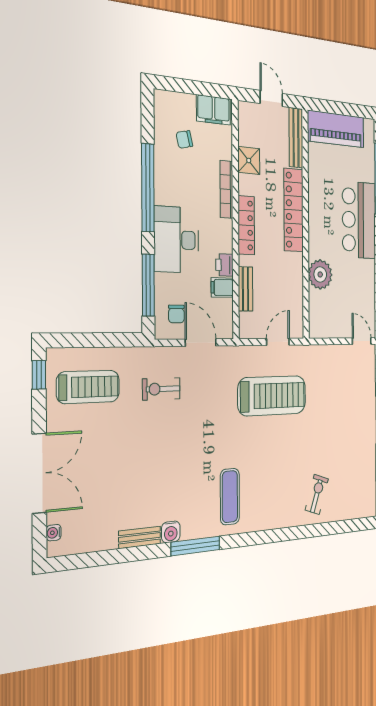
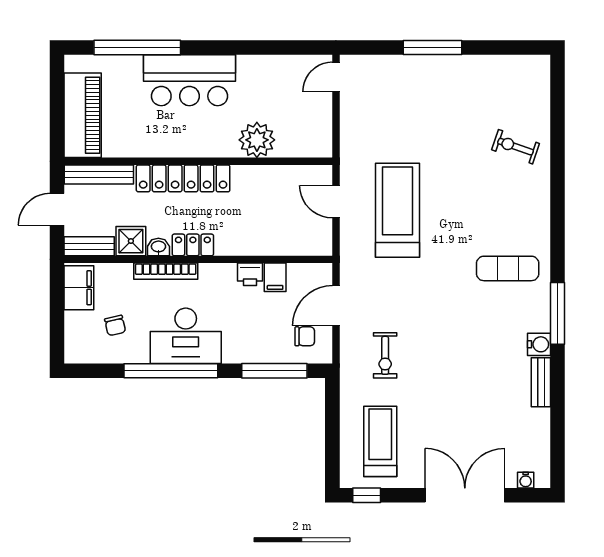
washbasin: (244, 184) -> (158, 247), added
locker: (246, 225) -> (193, 245), width x0.66
desk: (176, 240) -> (186, 336), moved
bench: (245, 289) -> (89, 246), moved

